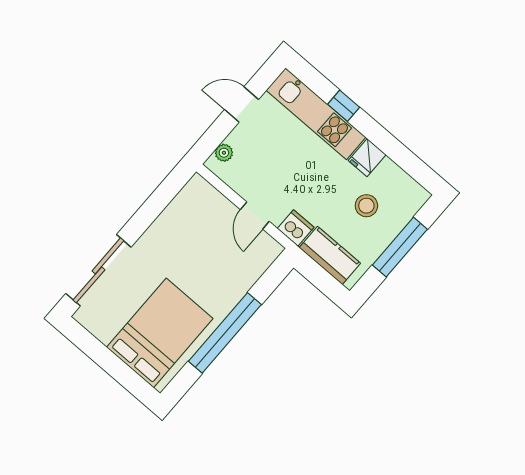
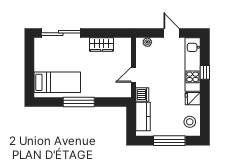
stool: (366, 206) -> (190, 122), moved
wardrobe: (168, 224) -> (102, 45), added
bed: (160, 333) -> (57, 82), width x0.67
window: (225, 333) -> (79, 102), width x0.68

